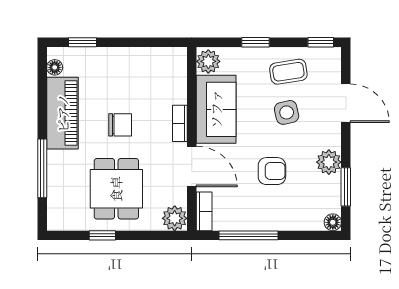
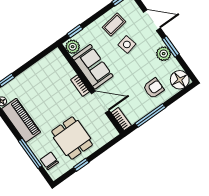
window: (256, 42) -> (75, 31), moved
chair: (120, 125) -> (49, 161), moved, turned -90
armchair: (272, 171) -> (154, 88), moved
window: (346, 187) -> (171, 47), moved
plant: (175, 218) -> (110, 132), removed
floor lamp: (333, 222) -> (180, 80), width x1.89, depth x1.89

